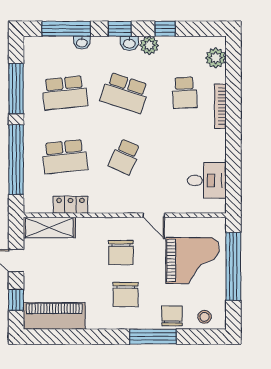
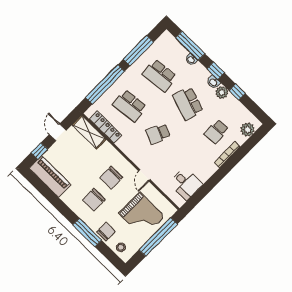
locker: (70, 205) -> (105, 127), width x1.53

